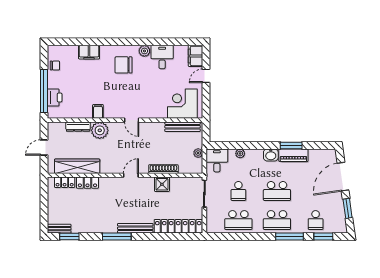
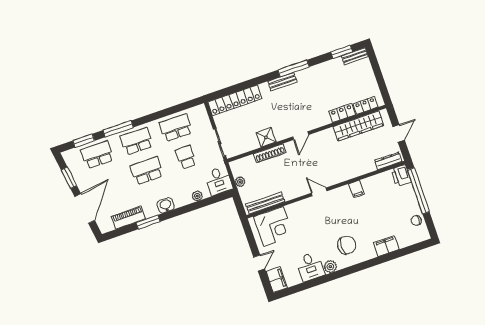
printer: (55, 97) -> (401, 176), moved
dresser: (78, 127) -> (388, 161), moved
plant: (100, 130) -> (348, 170), removed
piano: (293, 155) -> (128, 218), moved
school desk: (316, 220) -> (97, 155), width x1.85
bench: (135, 228) -> (282, 82), width x0.73

